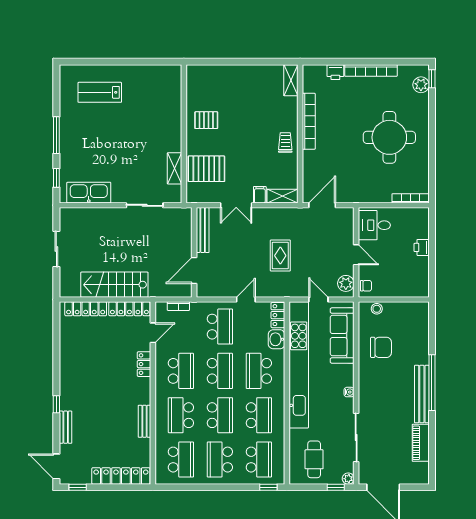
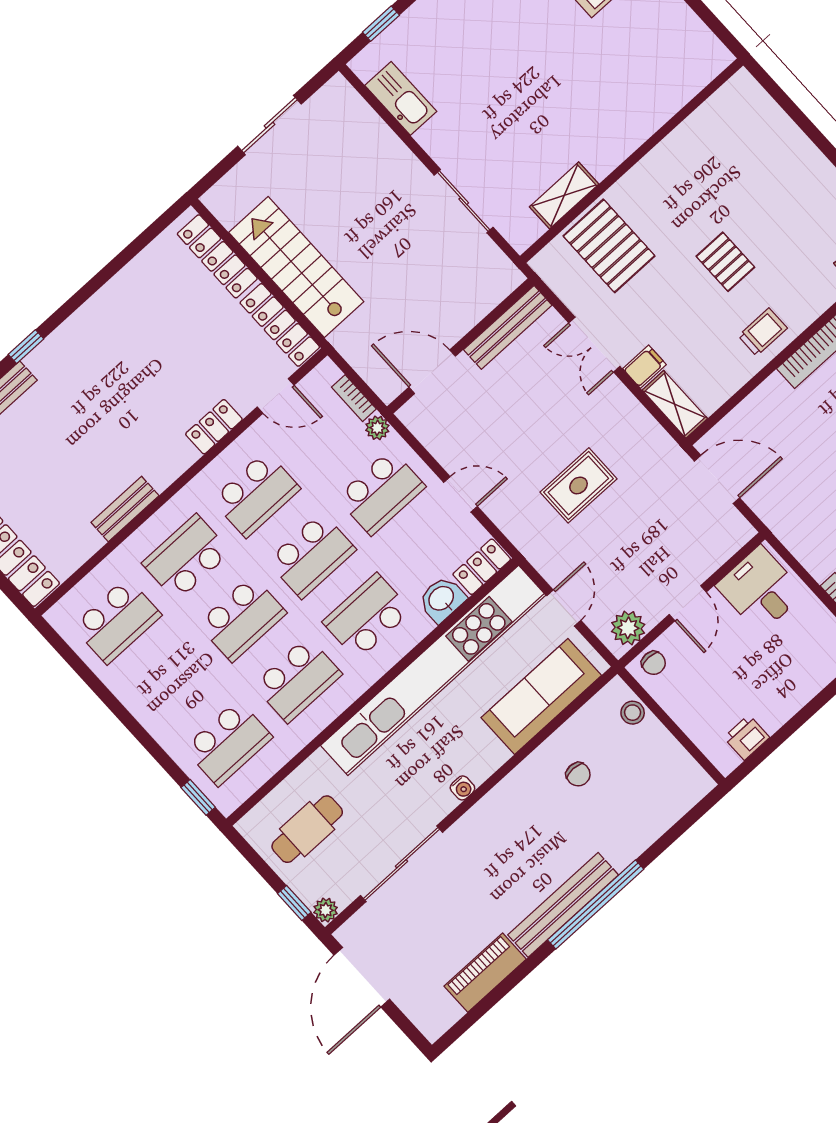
pallet: (206, 120) -> (725, 262), moved
kitchen sink: (89, 193) -> (401, 98), width x0.73, depth x0.81
printer: (422, 247) -> (747, 737), moved
plant: (196, 307) -> (377, 428), added
chair: (381, 347) -> (578, 774), width x0.54, depth x0.54
school desk: (220, 460) -> (173, 682), removed

